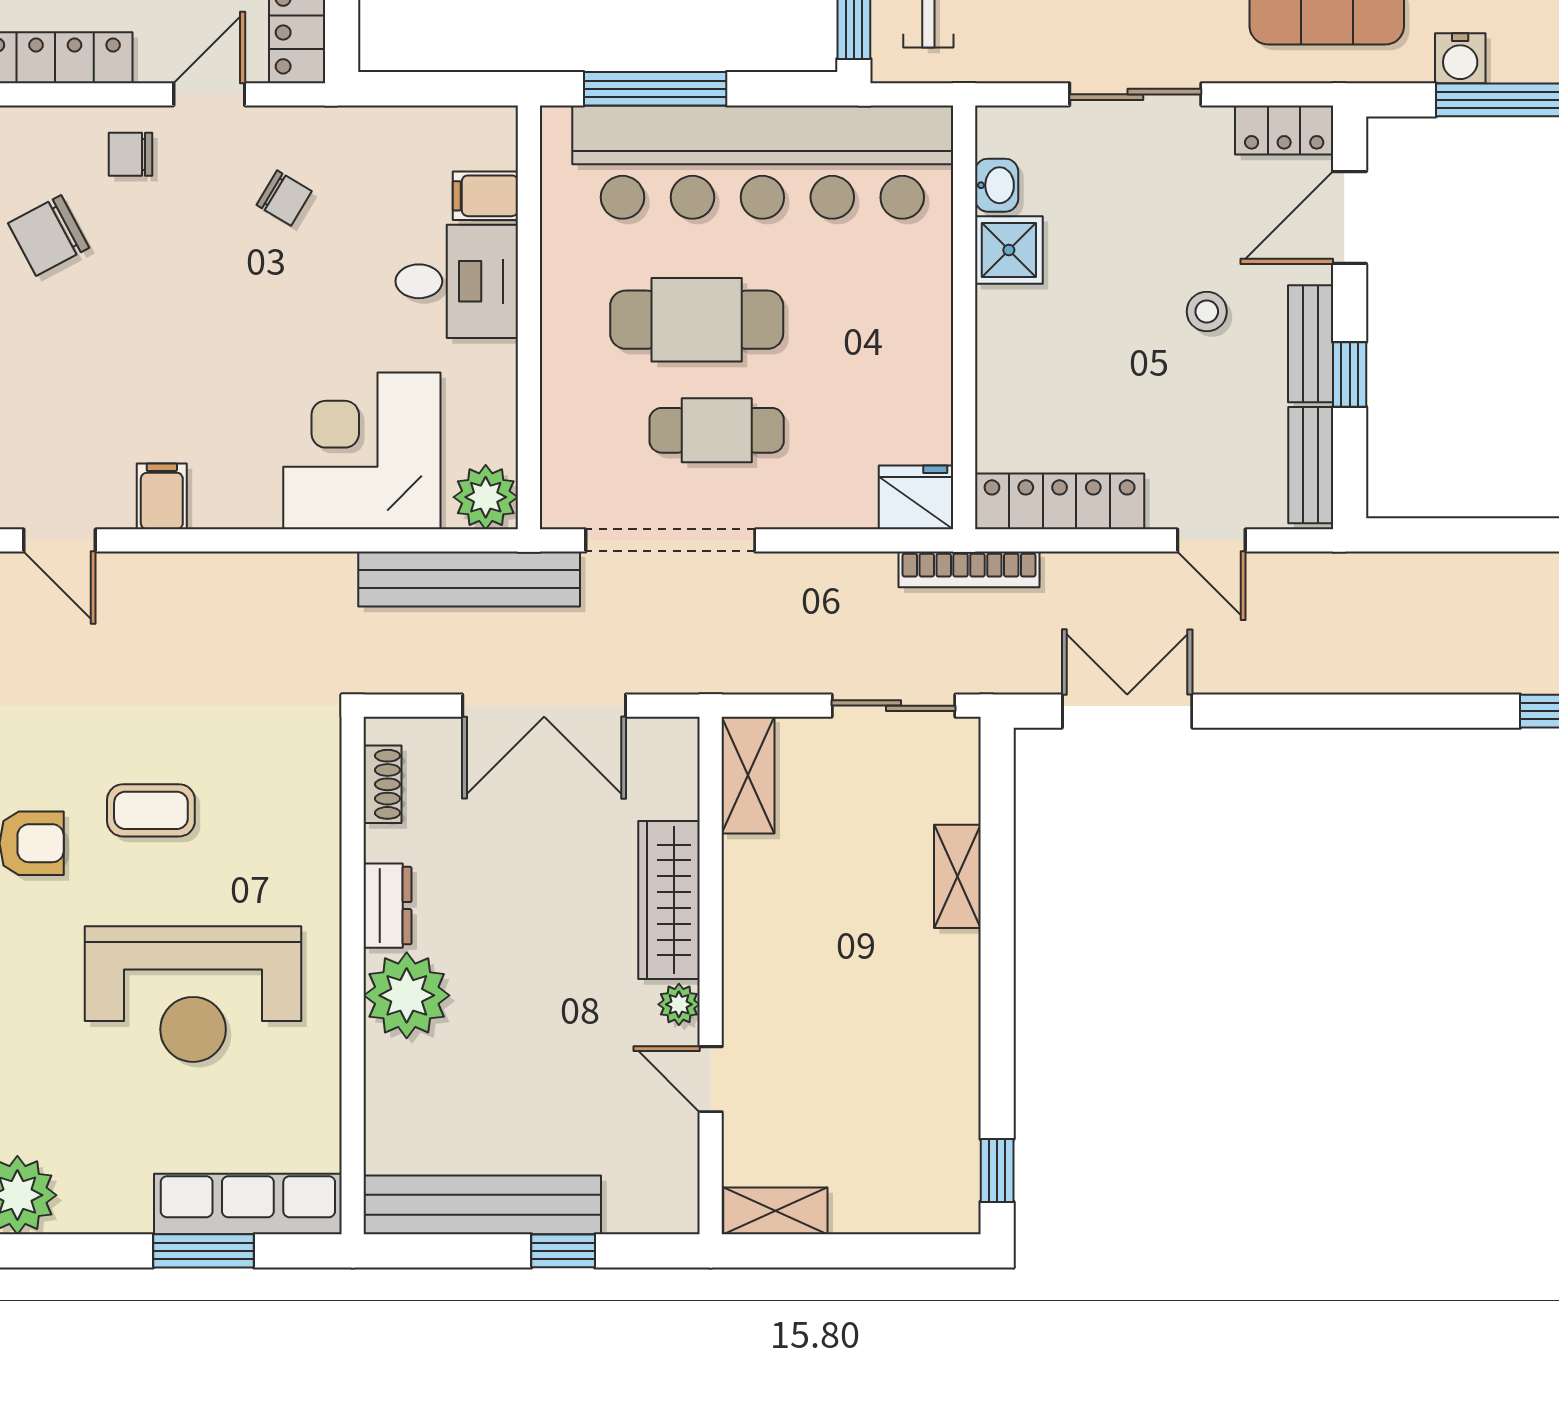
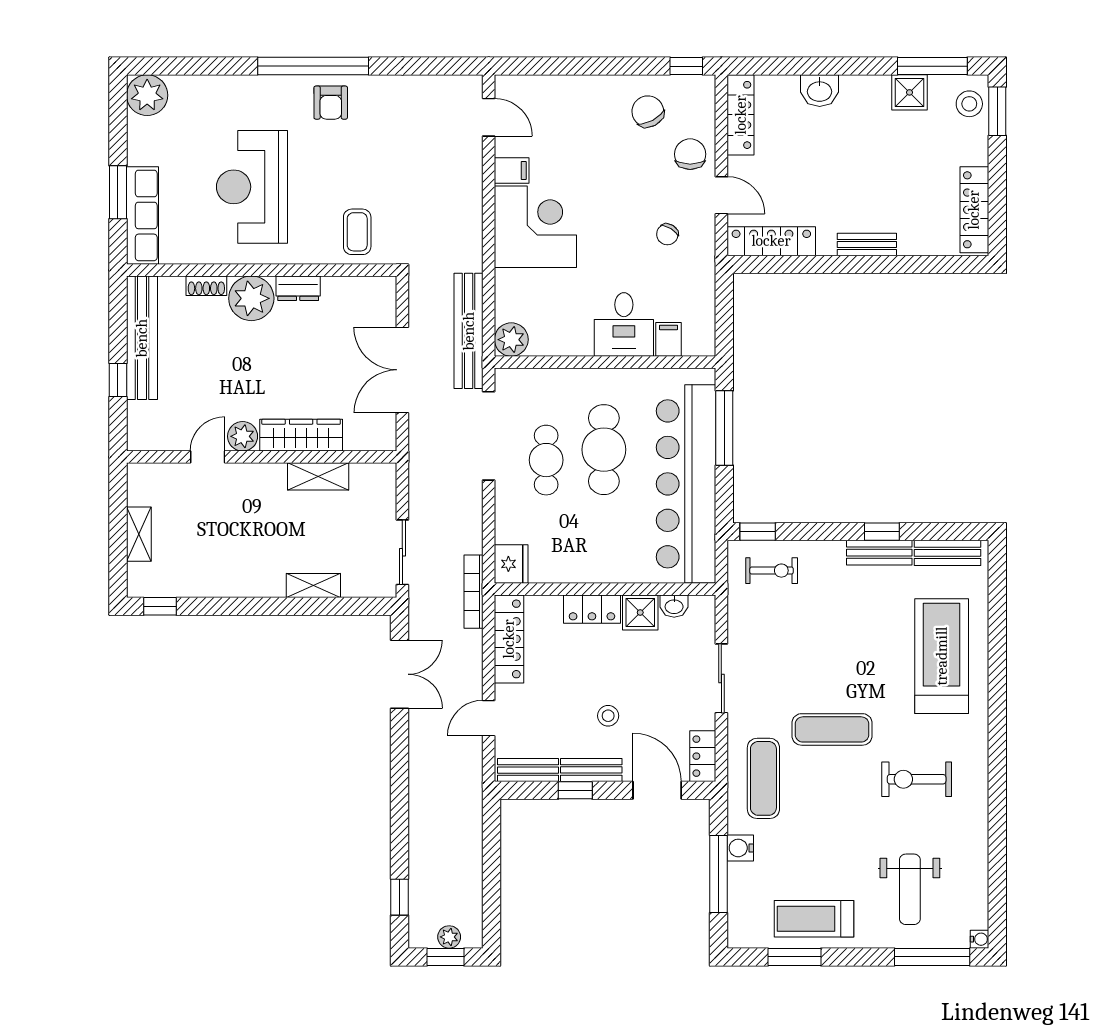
chair: (131, 154) -> (690, 154), width x1.37, depth x1.37
locker: (1002, 343) -> (592, 609), added
corner desk: (362, 451) -> (535, 227), moved
door: (60, 540) -> (489, 117), swing flipped
shelving: (748, 775) -> (318, 476), moved
shoe rack: (383, 784) -> (206, 286), moved
coffee table: (151, 810) -> (357, 232), moved
plant: (679, 1004) -> (243, 436), width x1.38, depth x1.38
shelving: (775, 1211) -> (139, 534), moved

